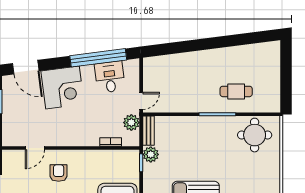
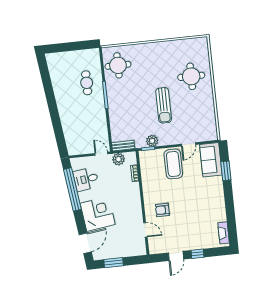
plant: (151, 154) -> (152, 141), moved

